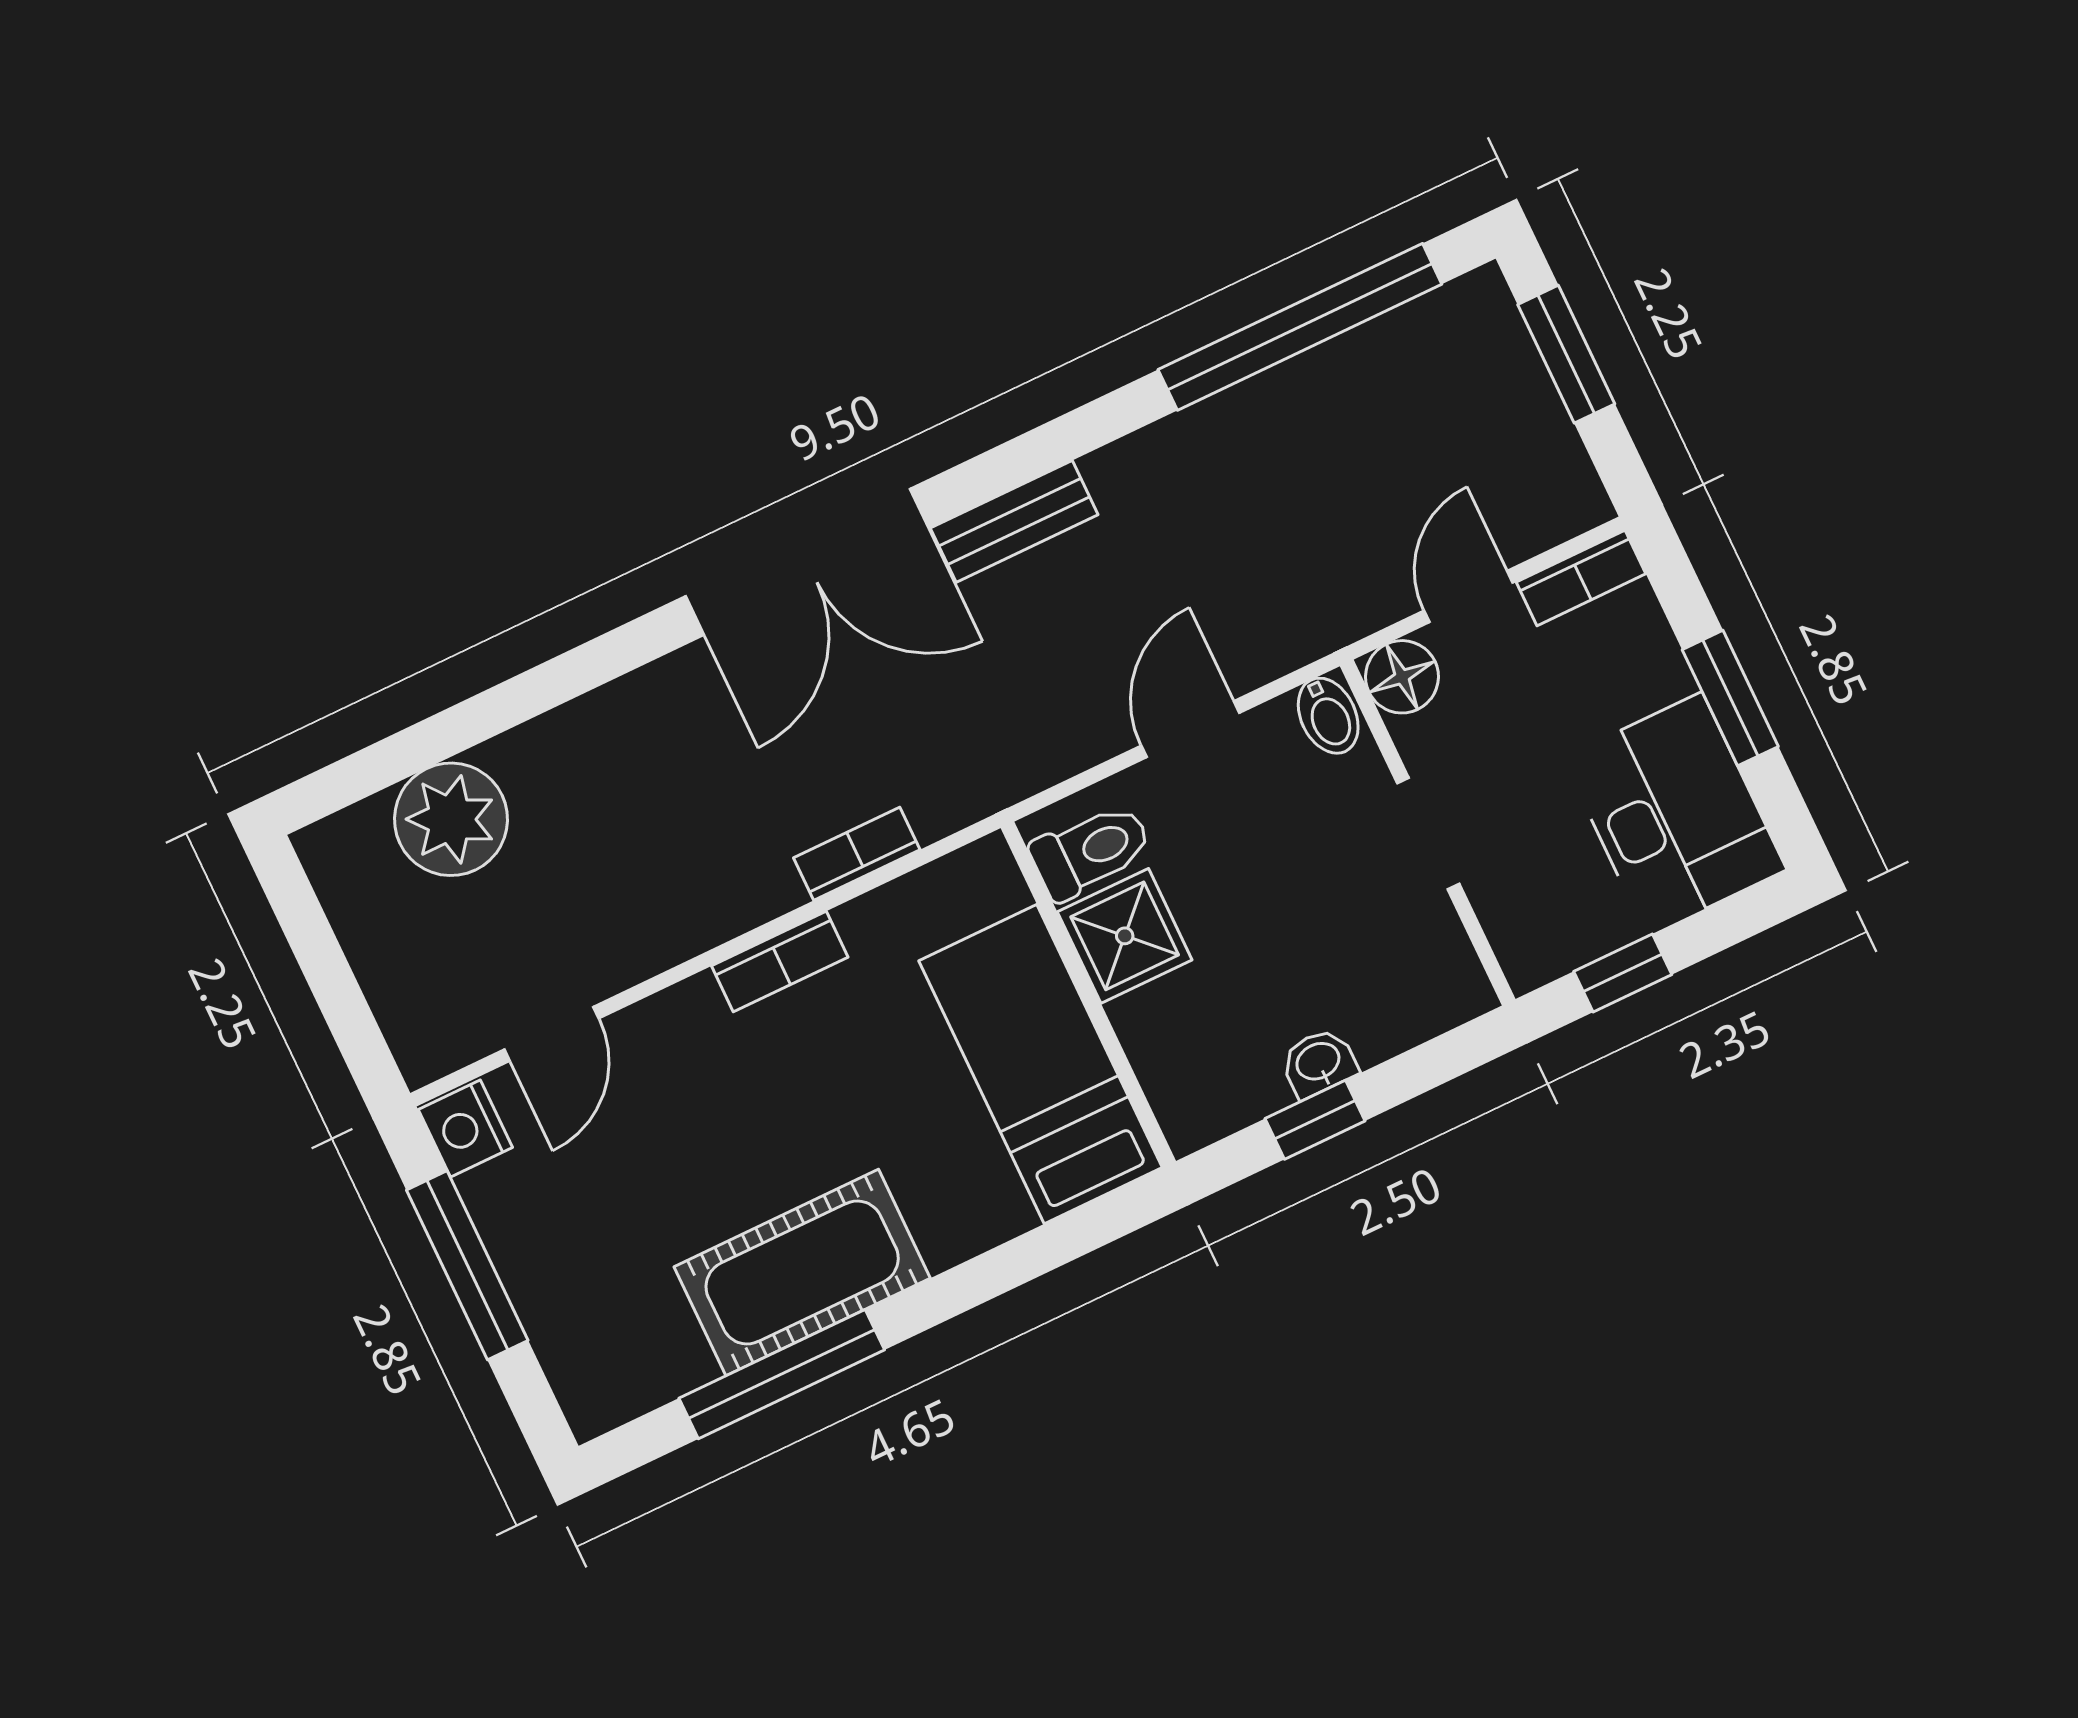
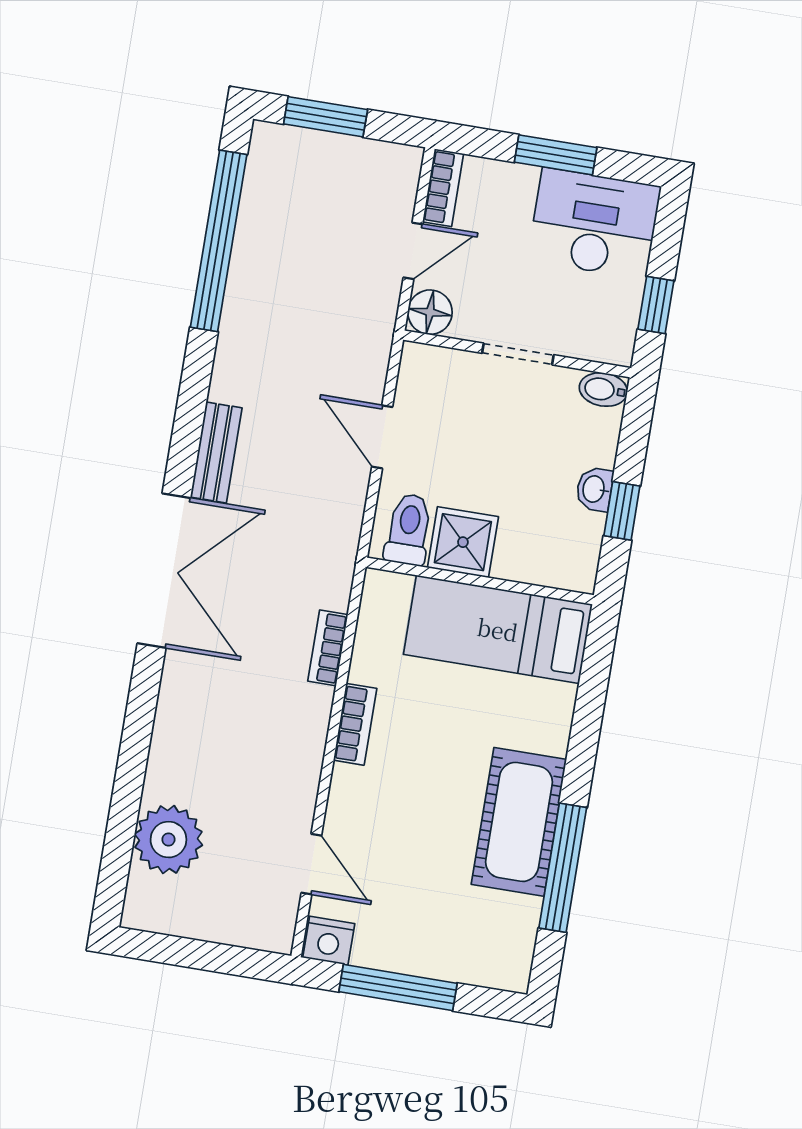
door: (1468, 597) -> (413, 251), swing flipped
bidet: (1328, 716) -> (603, 390), moved, turned 180

